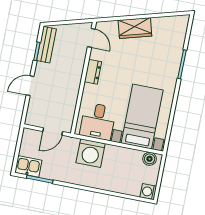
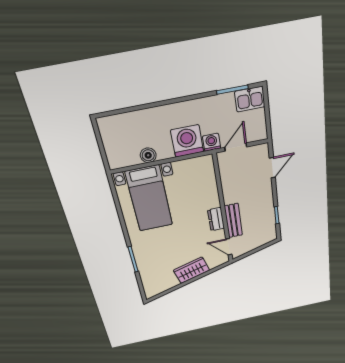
bench: (46, 45) -> (233, 221), moved
door: (30, 86) -> (272, 168), moved
desk: (98, 121) -> (193, 176), removed
boiler: (150, 159) -> (148, 155), moved
washing machine: (148, 192) -> (212, 142), moved, turned -90

